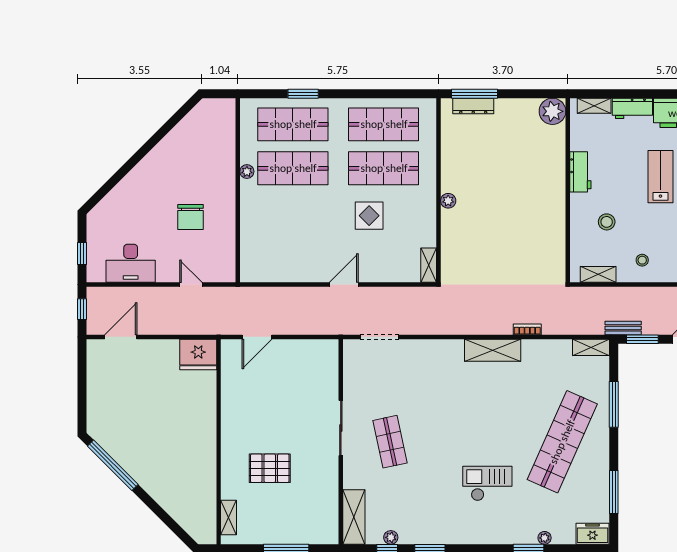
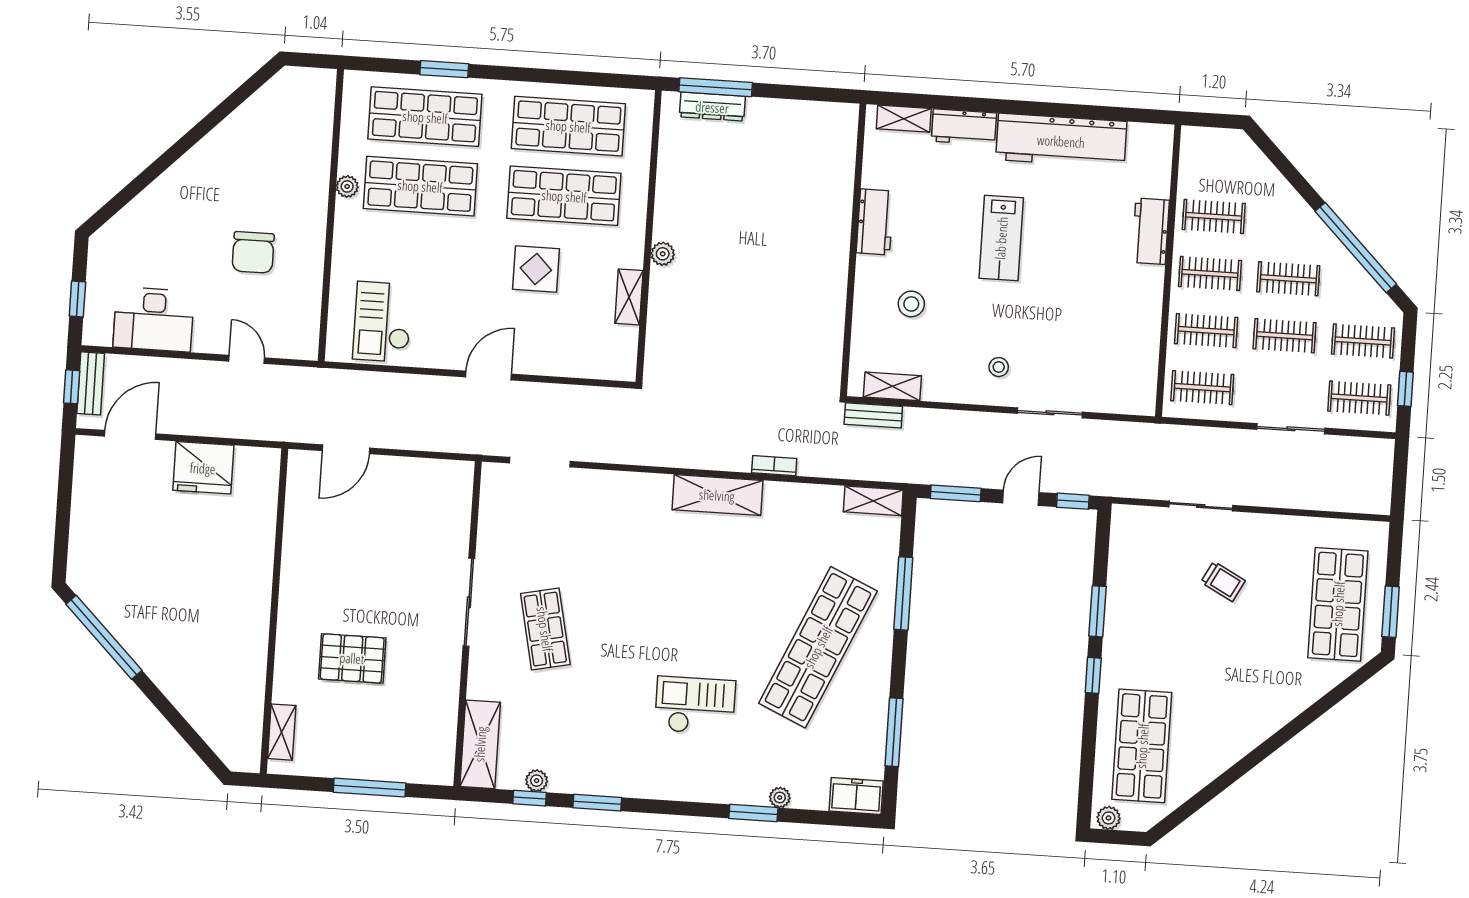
plant: (552, 111) -> (837, 123), removed
lab bench: (660, 177) -> (1001, 238), turned 180
checkout: (275, 255) -> (382, 322), added
stool: (642, 260) -> (999, 367), moved
shelving: (429, 265) -> (629, 297), moved
bench: (94, 306) -> (91, 383), added
bench: (623, 328) -> (873, 415), moved
fridge: (198, 354) -> (203, 468), moved

